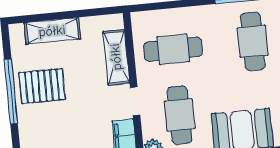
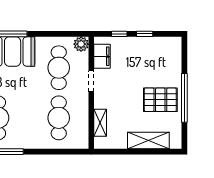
cafe table: (173, 49) -> (59, 118), turned 90
shelving: (116, 57) -> (100, 123), width x0.67, depth x0.75

